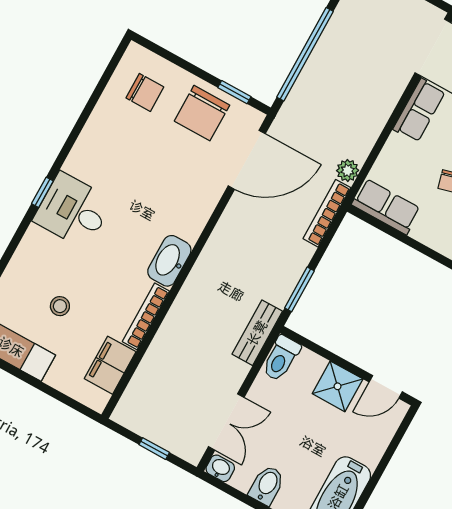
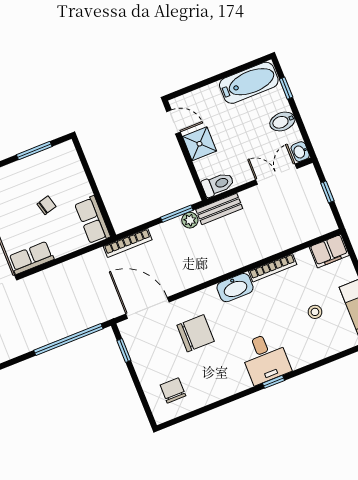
chair: (202, 113) -> (196, 333), moved
plant: (348, 171) -> (190, 220), moved
filing cabinet: (110, 365) -> (329, 251), moved

